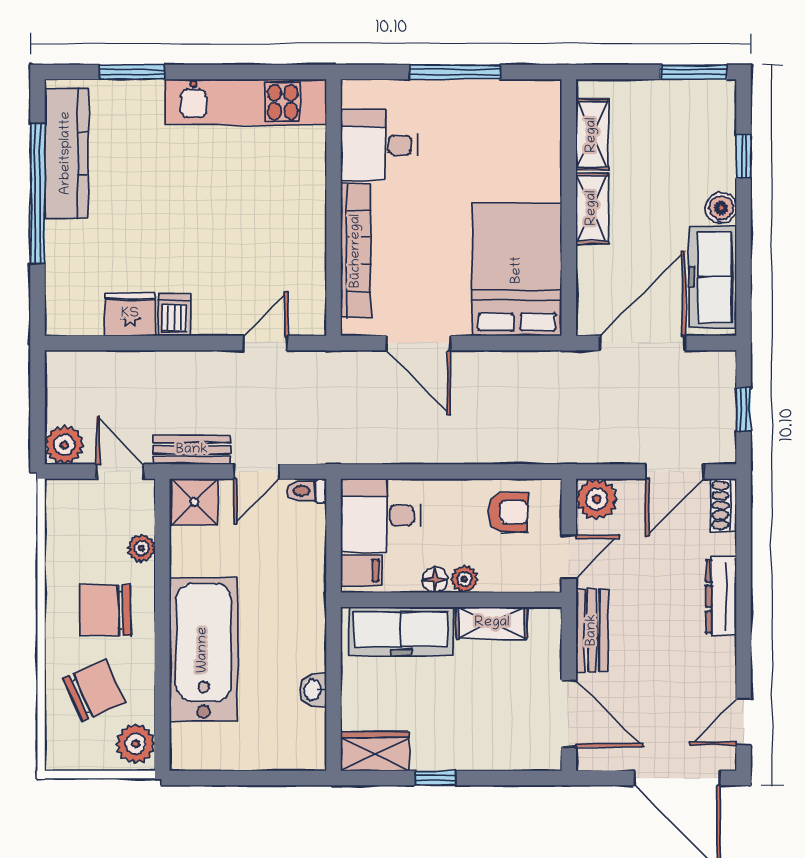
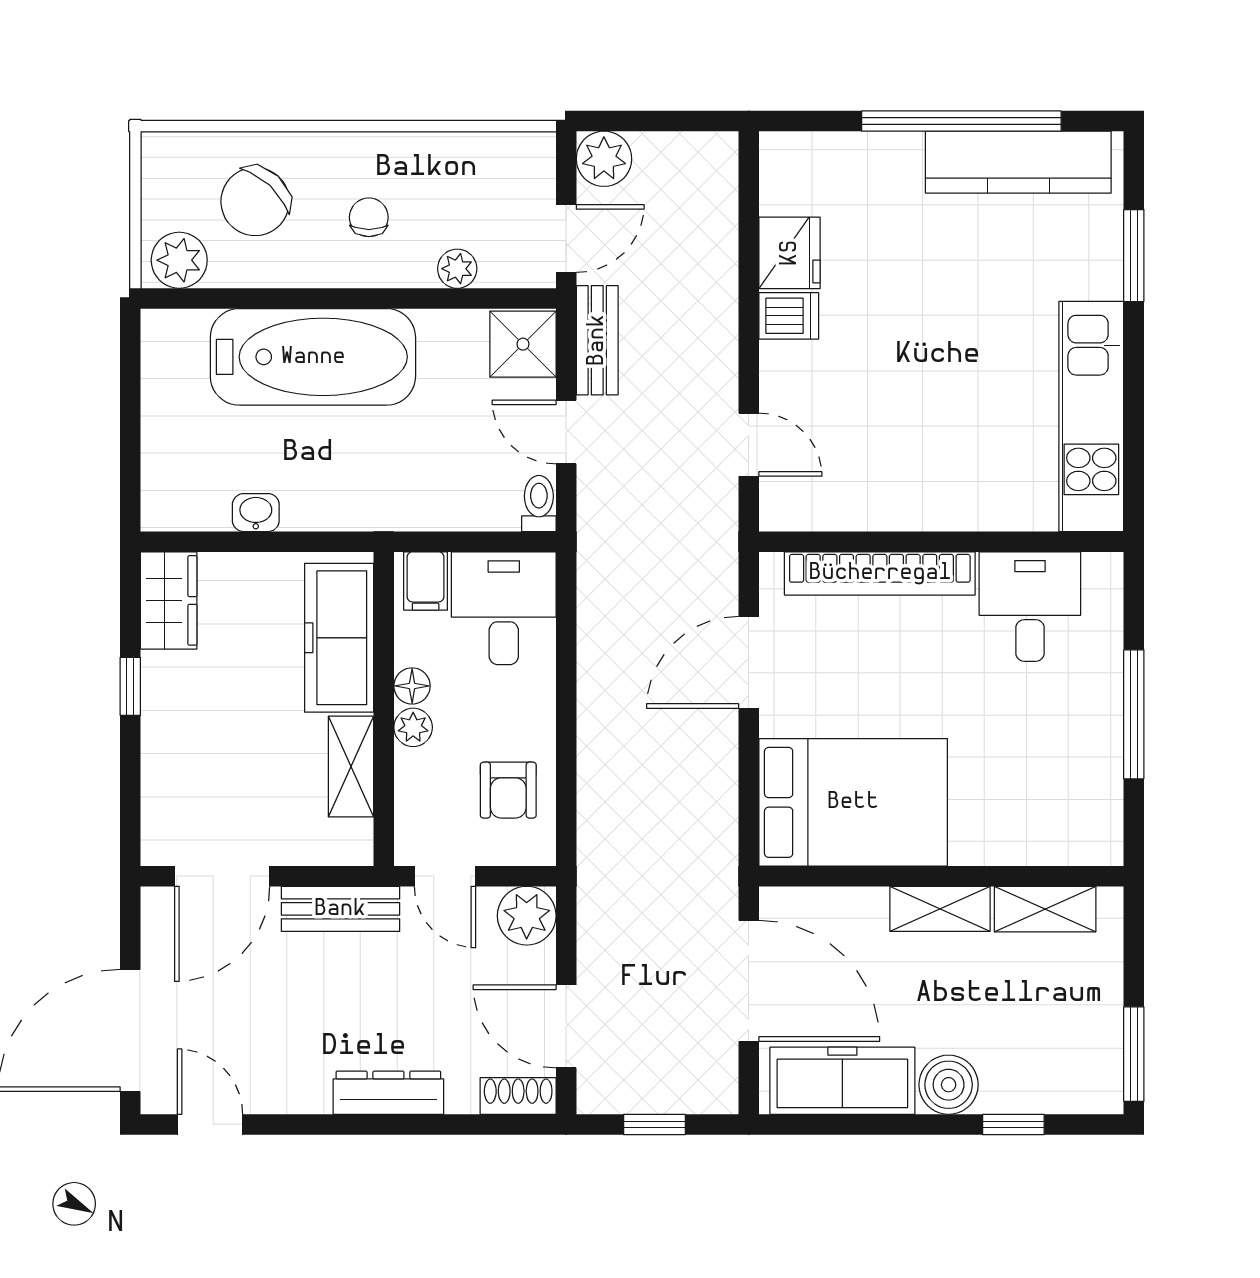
boiler: (721, 208) -> (949, 1085), width x1.36, depth x1.36
chair: (105, 610) -> (369, 217), width x0.54, depth x0.54
chair: (94, 690) -> (255, 201), turned 67

